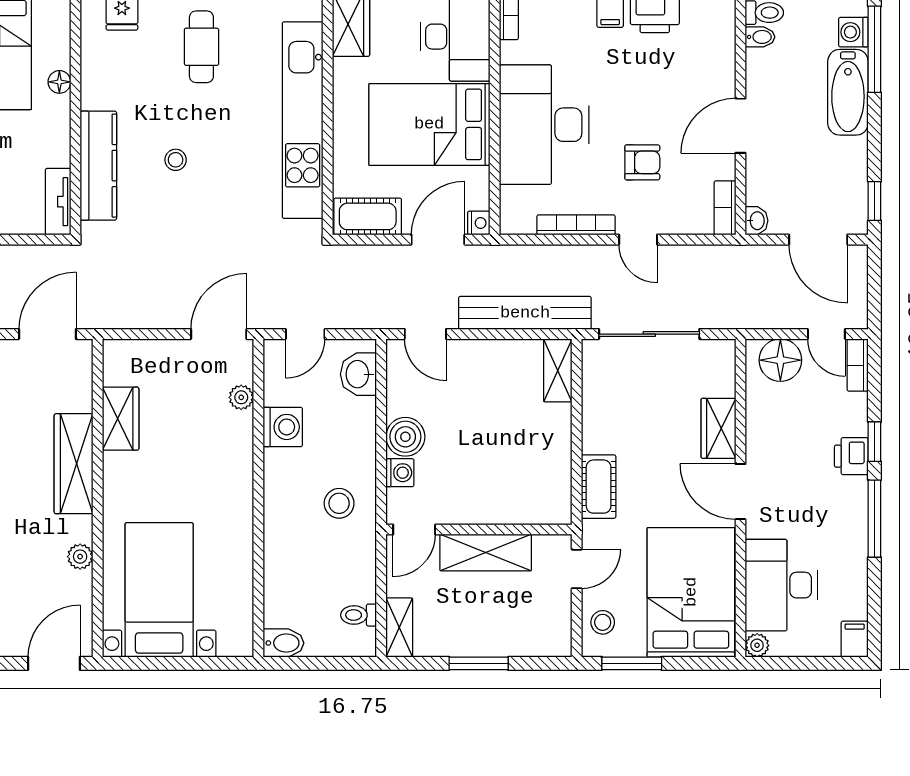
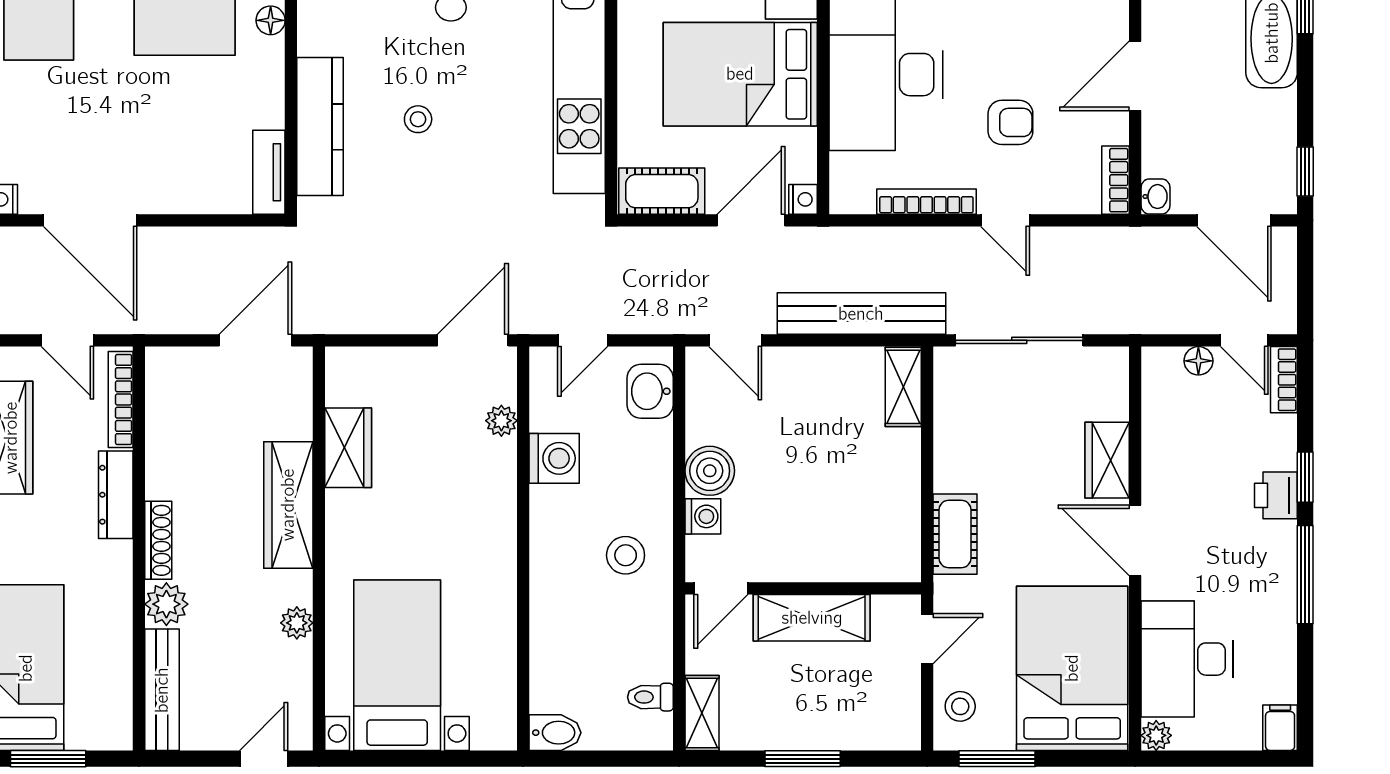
floor lamp: (780, 360) -> (1198, 361), width x0.53, depth x0.53
door: (54, 663) -> (264, 759), width x0.73

